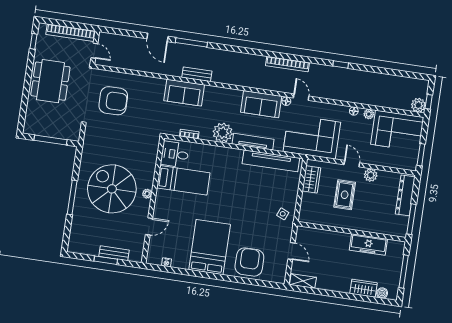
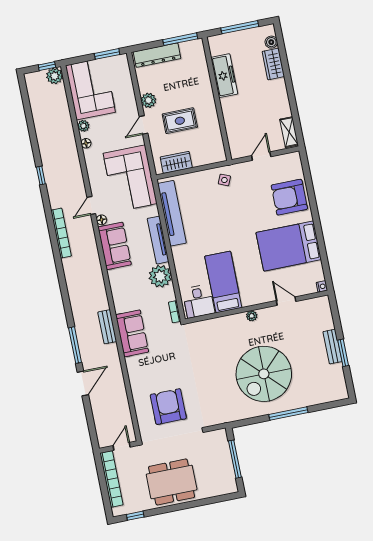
desk: (175, 154) -> (198, 301), moved
bed: (183, 180) -> (223, 282), moved
plant: (147, 194) -> (252, 316), moved
wall: (153, 200) -> (257, 307), moved
door: (149, 226) -> (286, 301), moved

